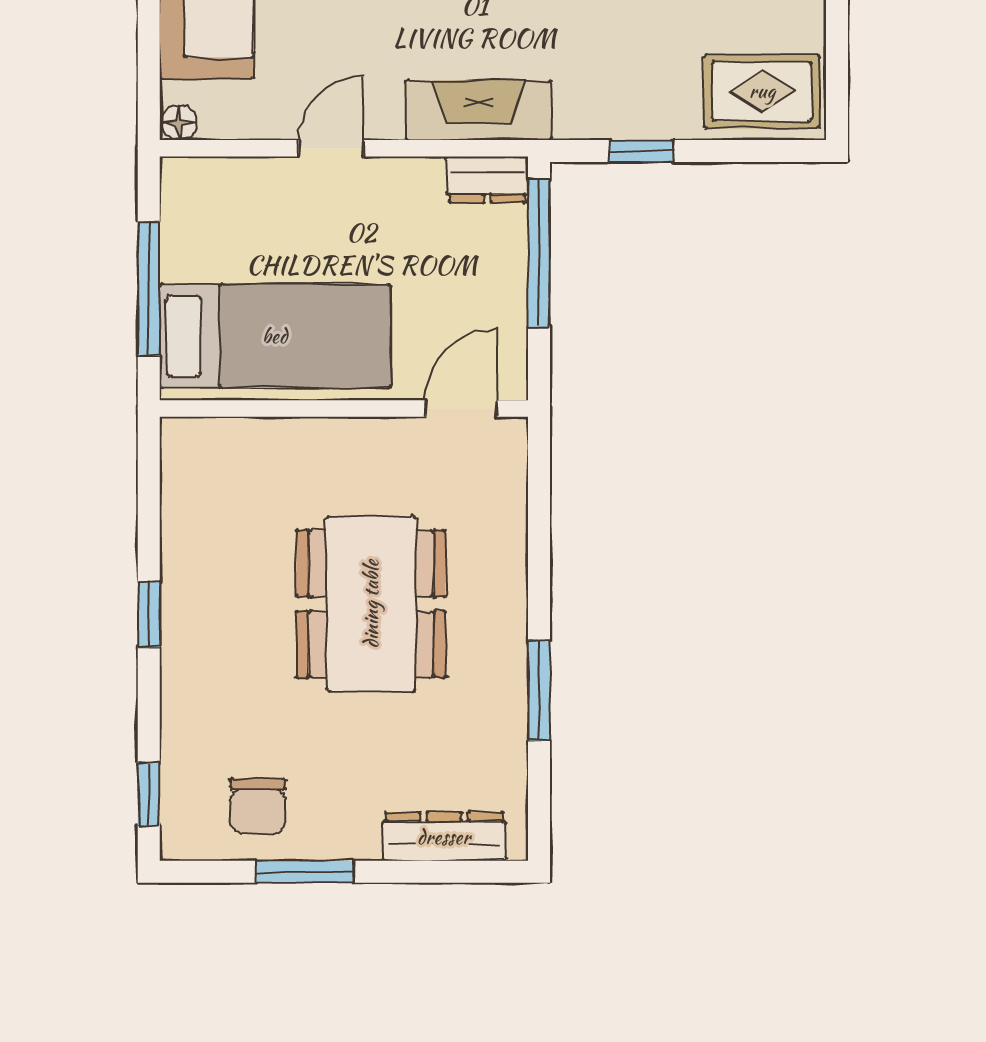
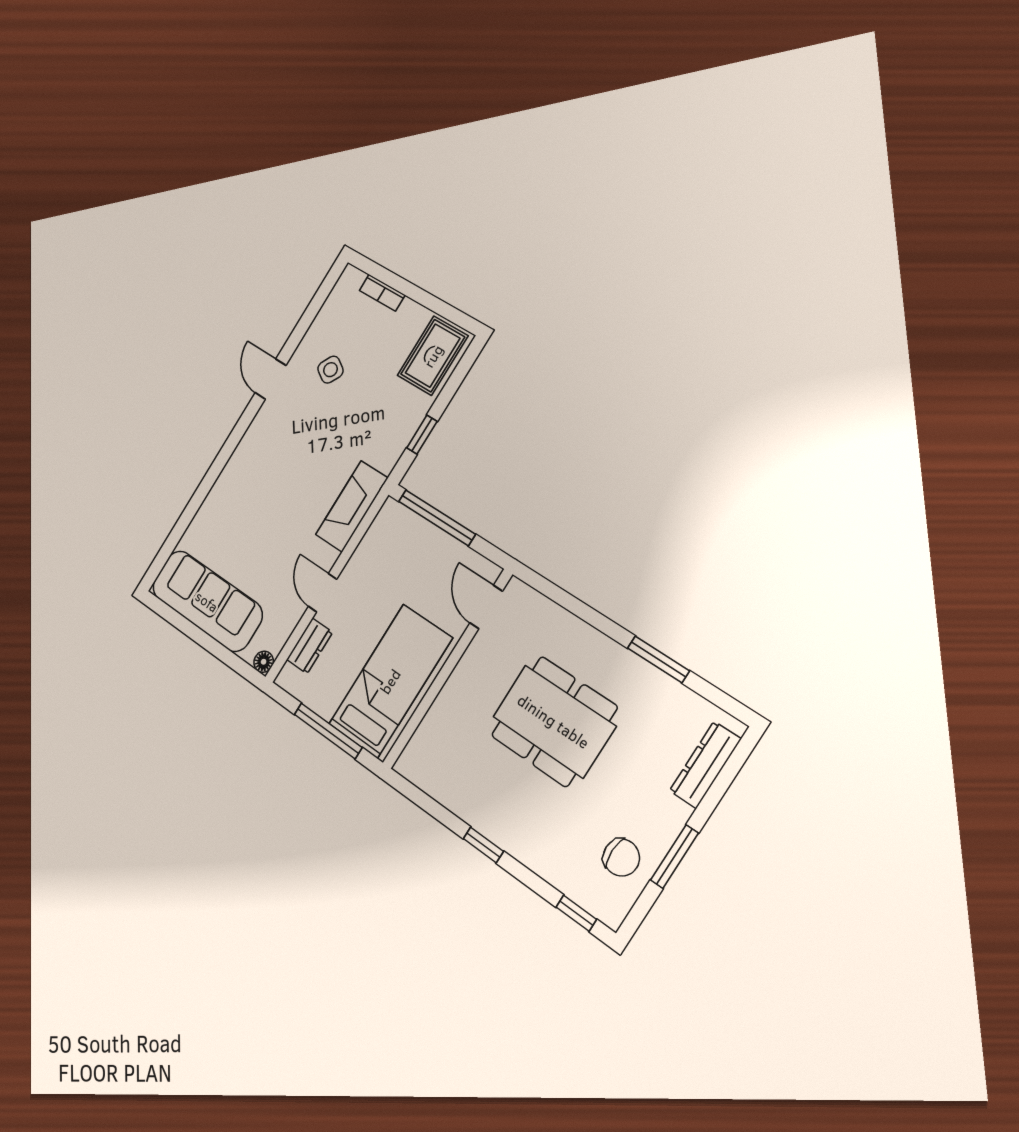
dresser: (487, 180) -> (310, 646), moved

